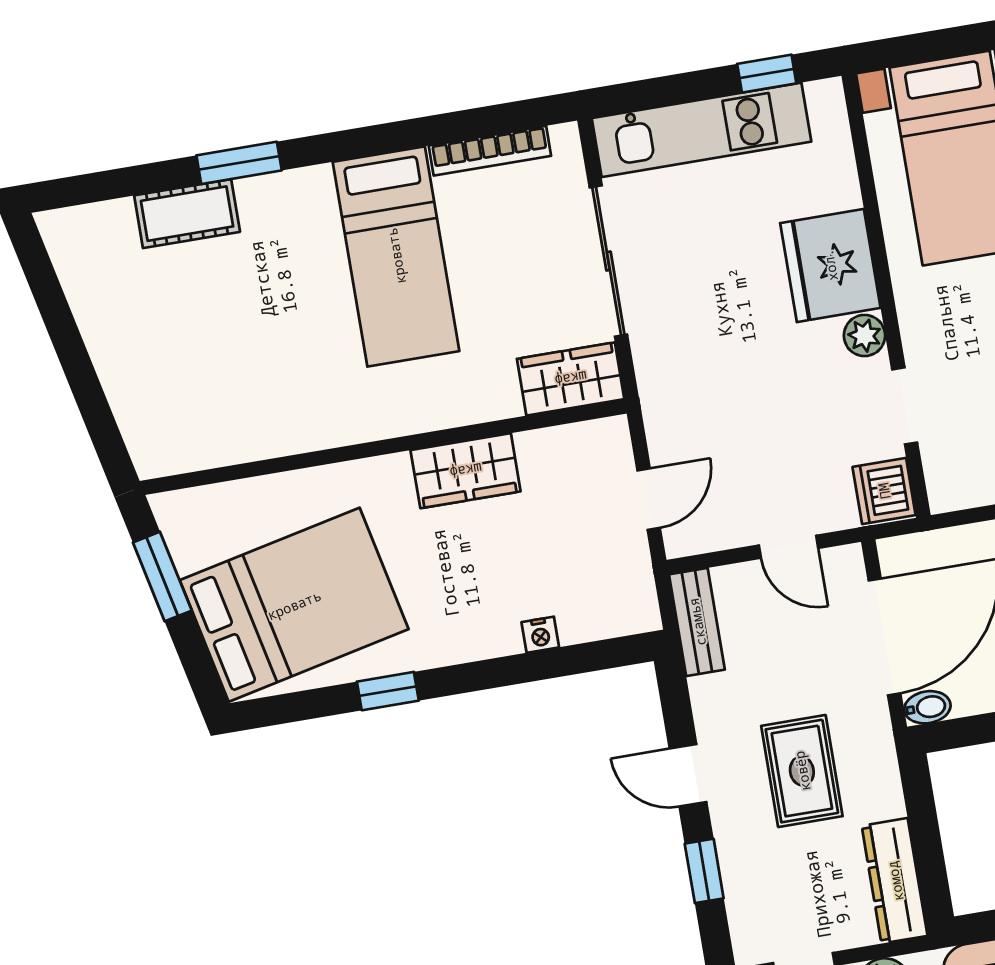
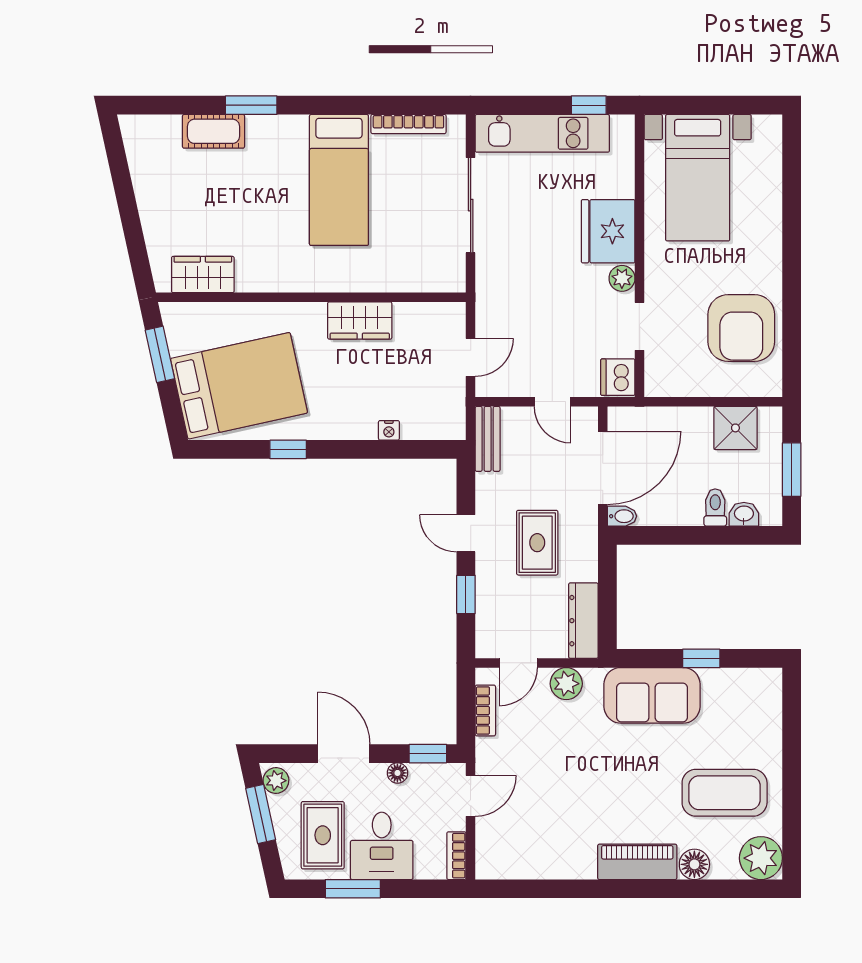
wardrobe: (571, 379) -> (203, 274), moved

